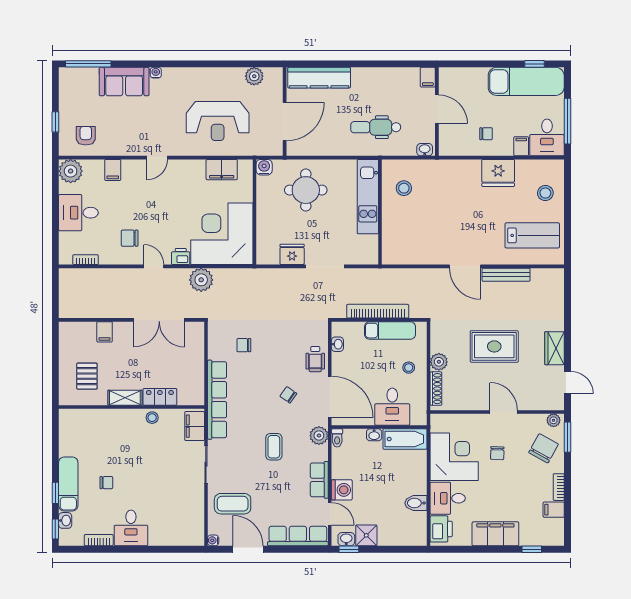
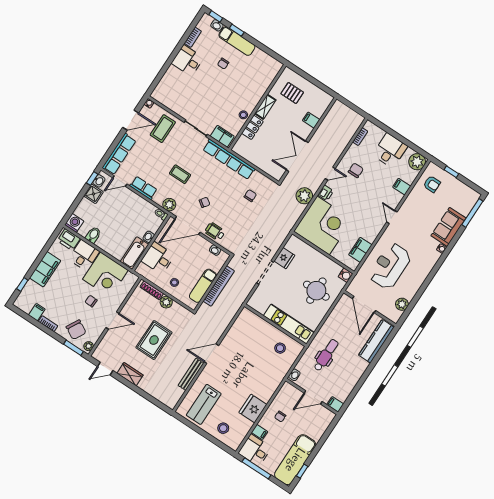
washing machine: (342, 490) -> (74, 223), moved, turned 180

